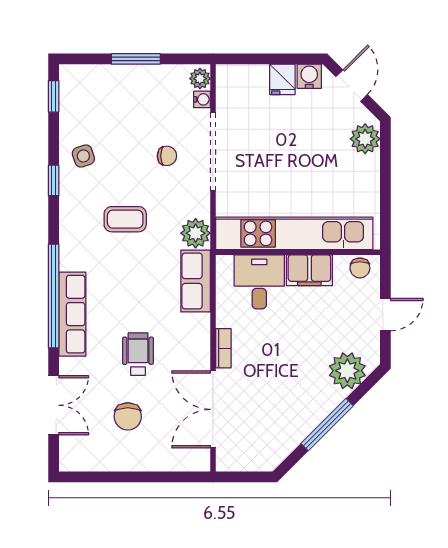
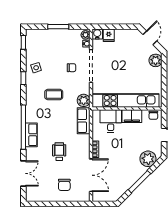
water cooler: (309, 76) -> (97, 34), moved
fridge: (282, 79) -> (109, 35), moved
row of seats: (72, 314) -> (31, 135), width x0.68
double door: (213, 409) -> (91, 175), swing flipped
chair: (128, 416) -> (64, 185), moved

